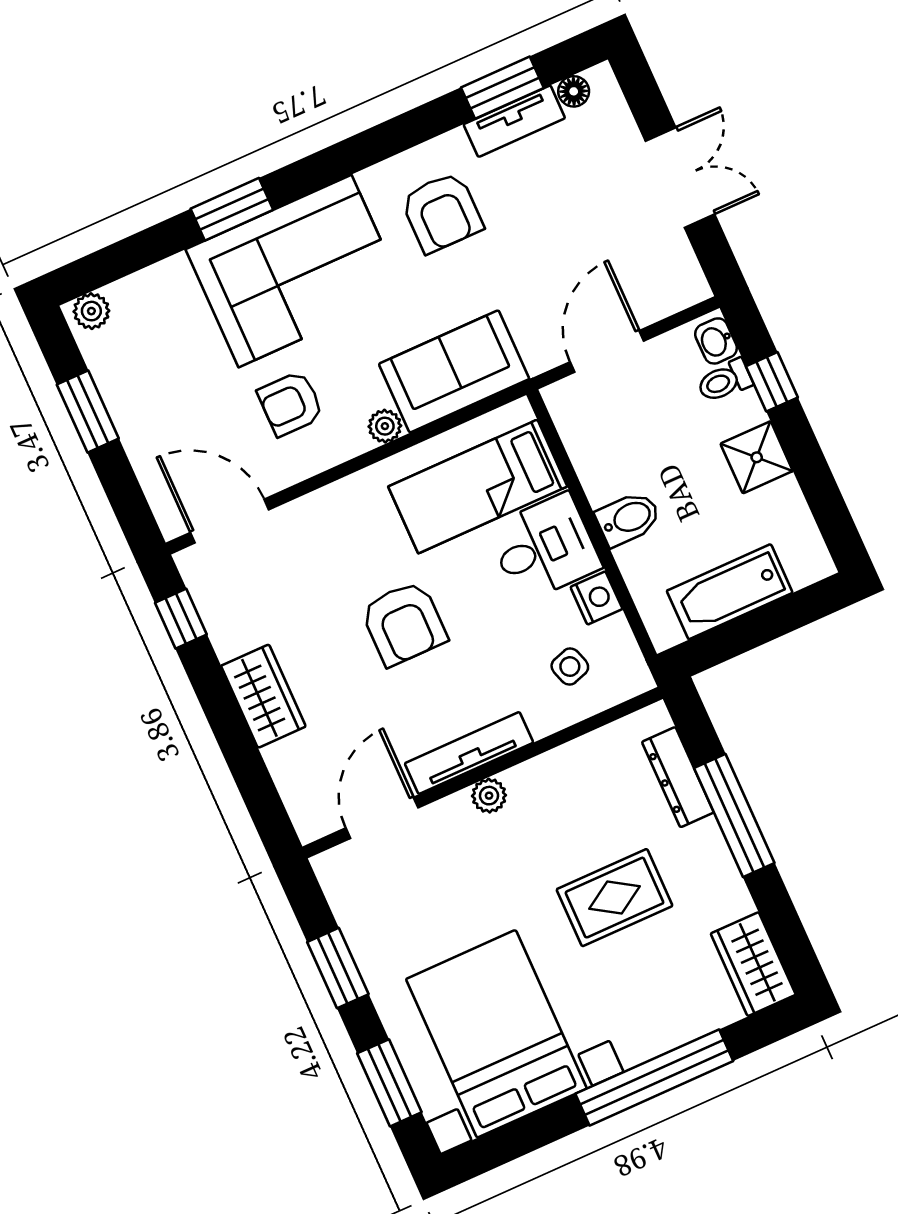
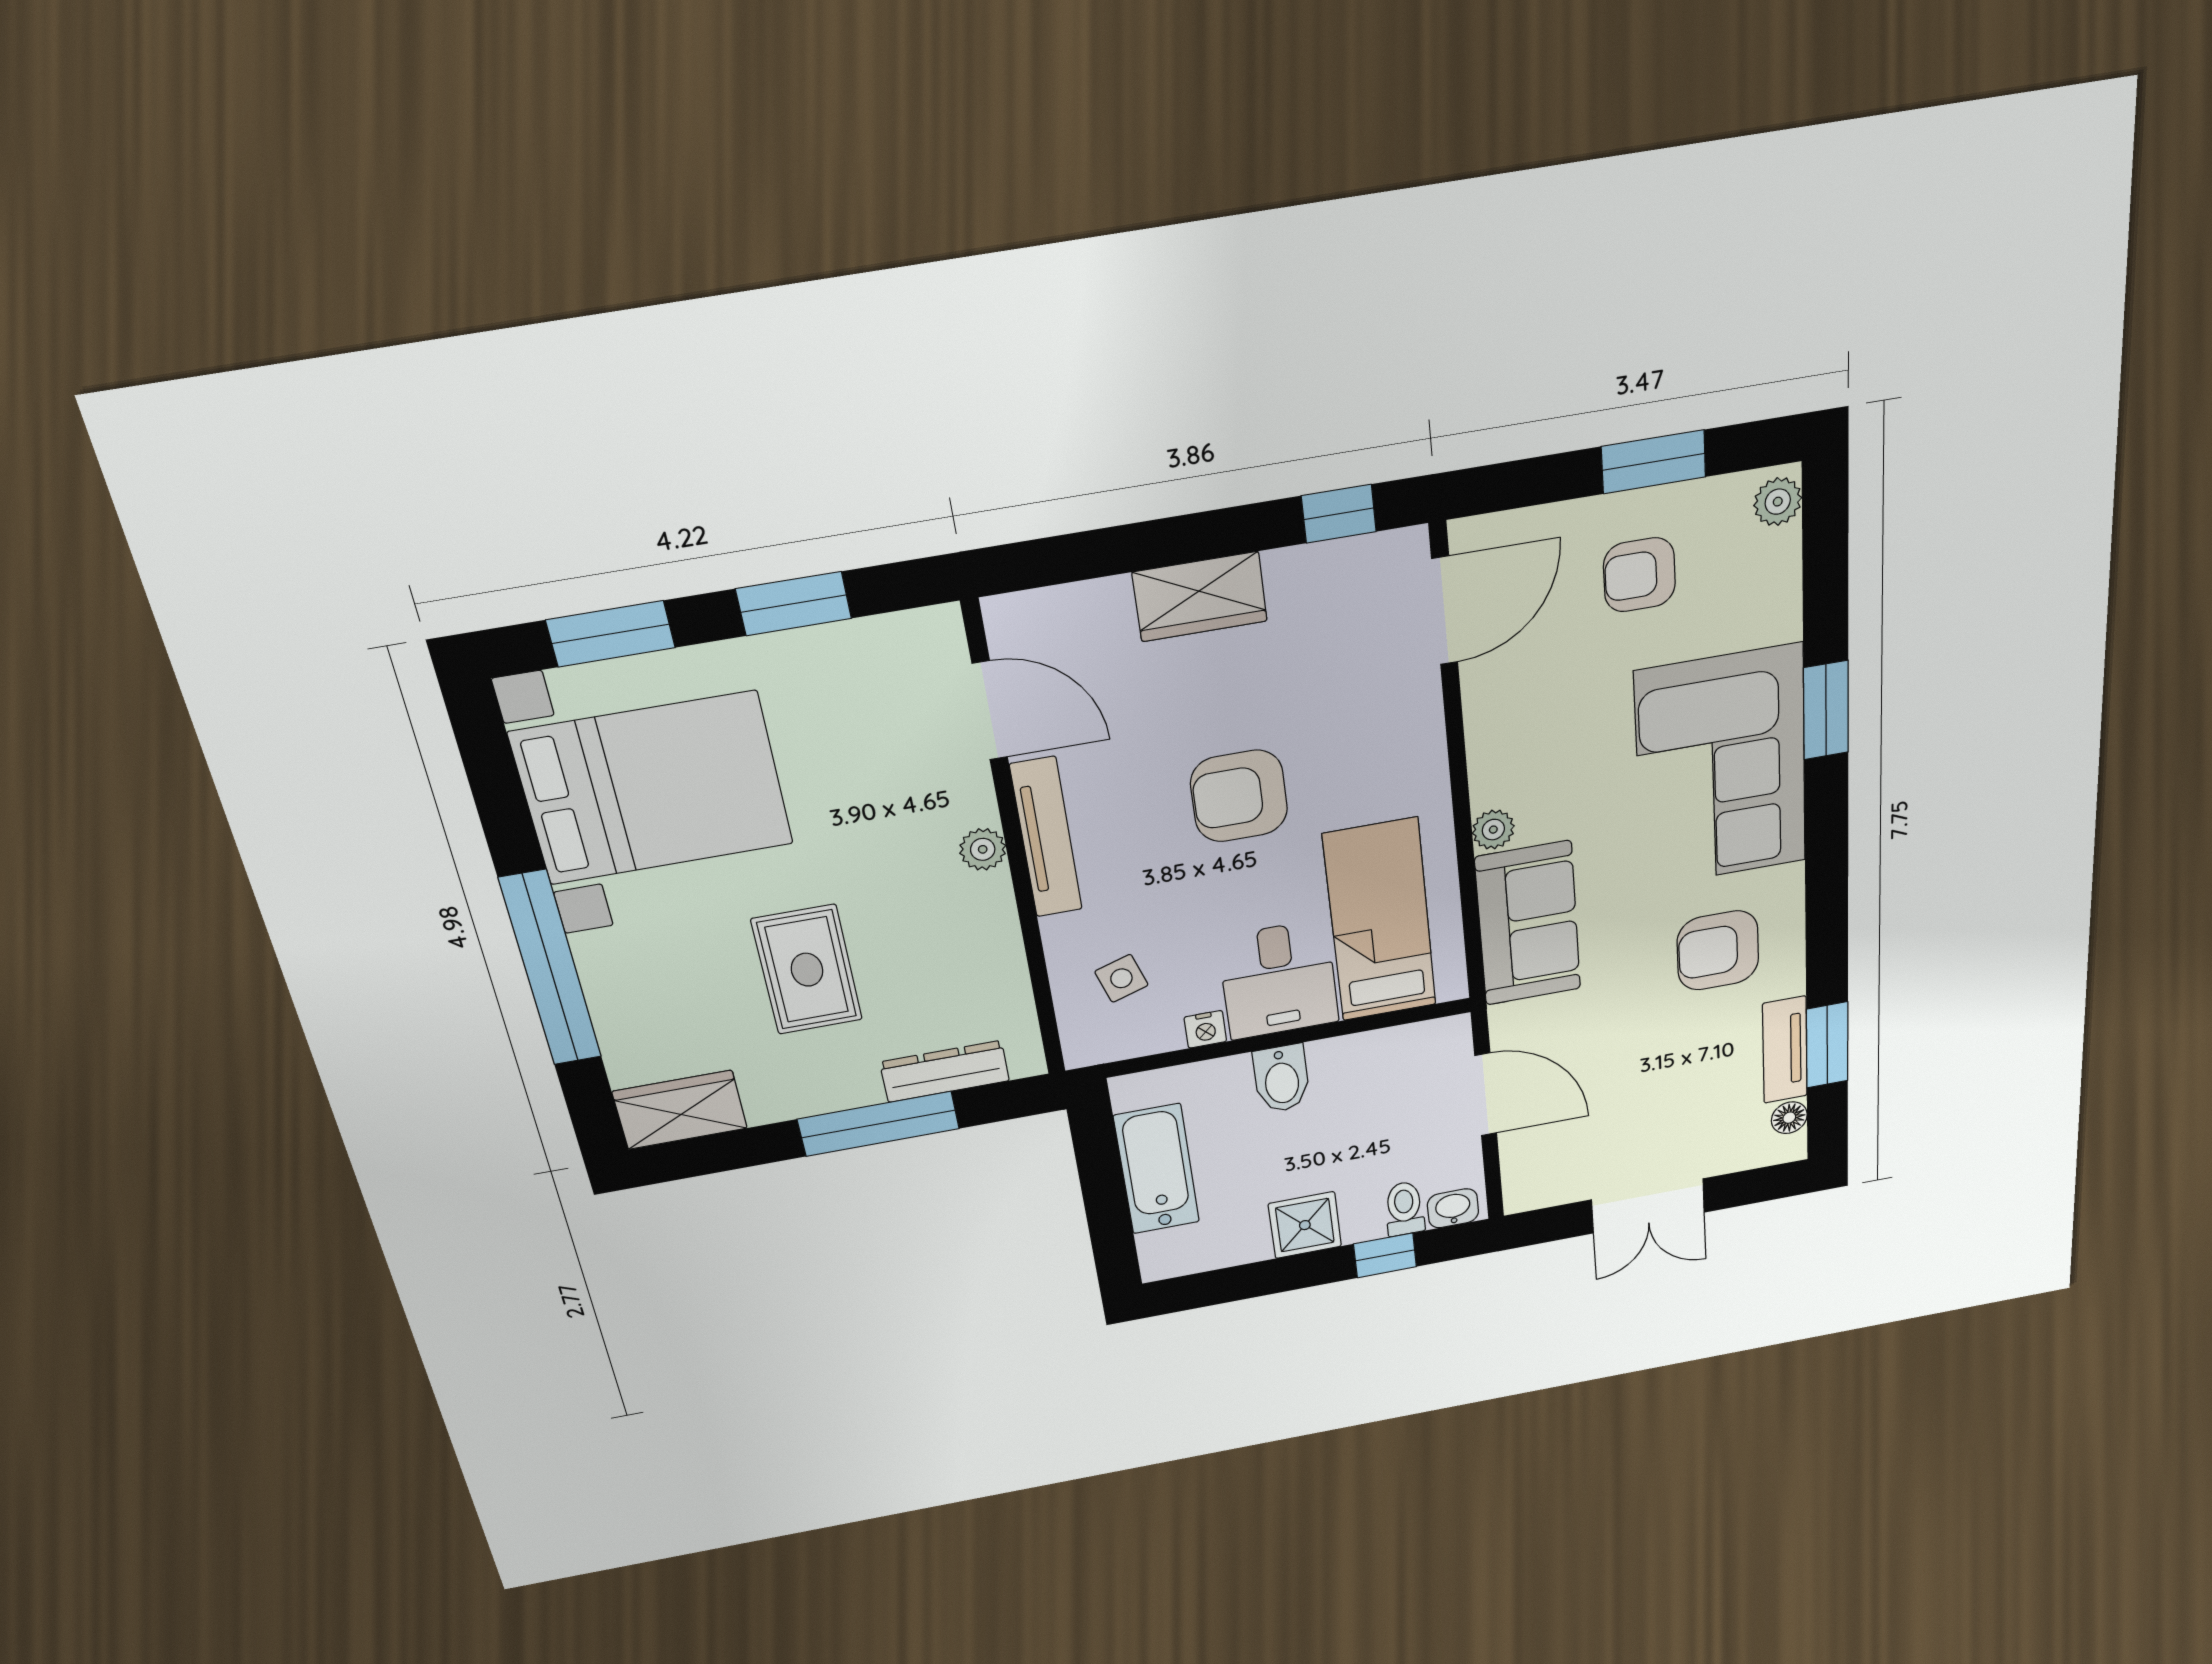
armchair: (291, 404) -> (1639, 575), moved, turned -90
nightstand: (596, 598) -> (1205, 1029), width x0.72, depth x0.74

